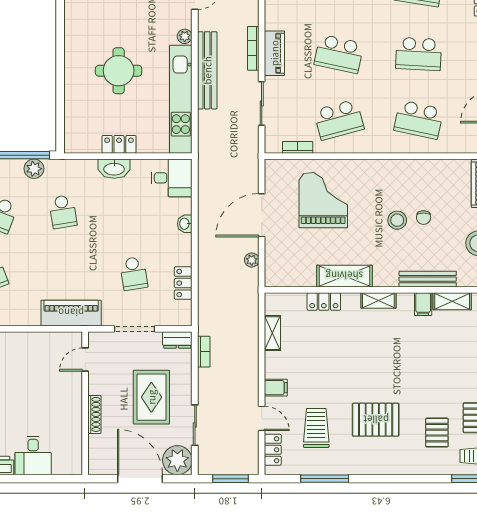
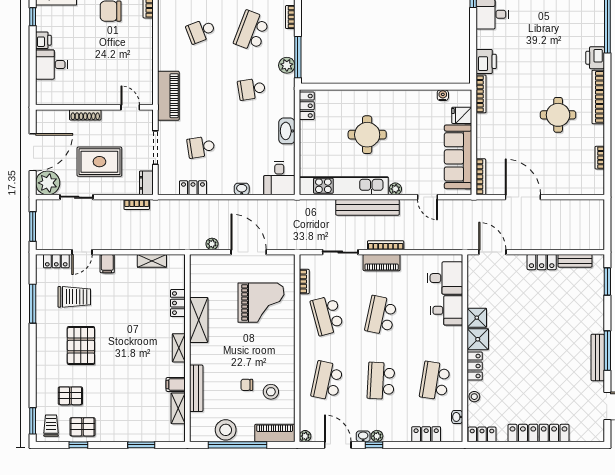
locker: (119, 144) -> (307, 106), moved
stool: (397, 220) -> (271, 392), moved

